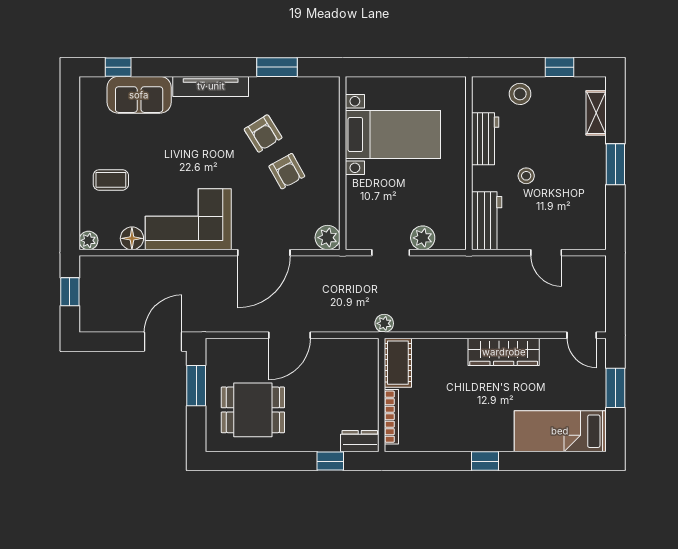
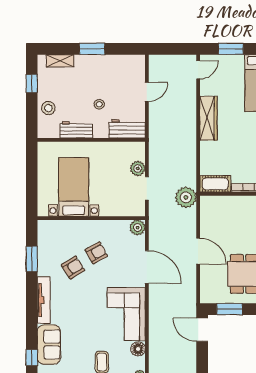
plant: (384, 323) -> (186, 197), width x1.88, depth x1.88

